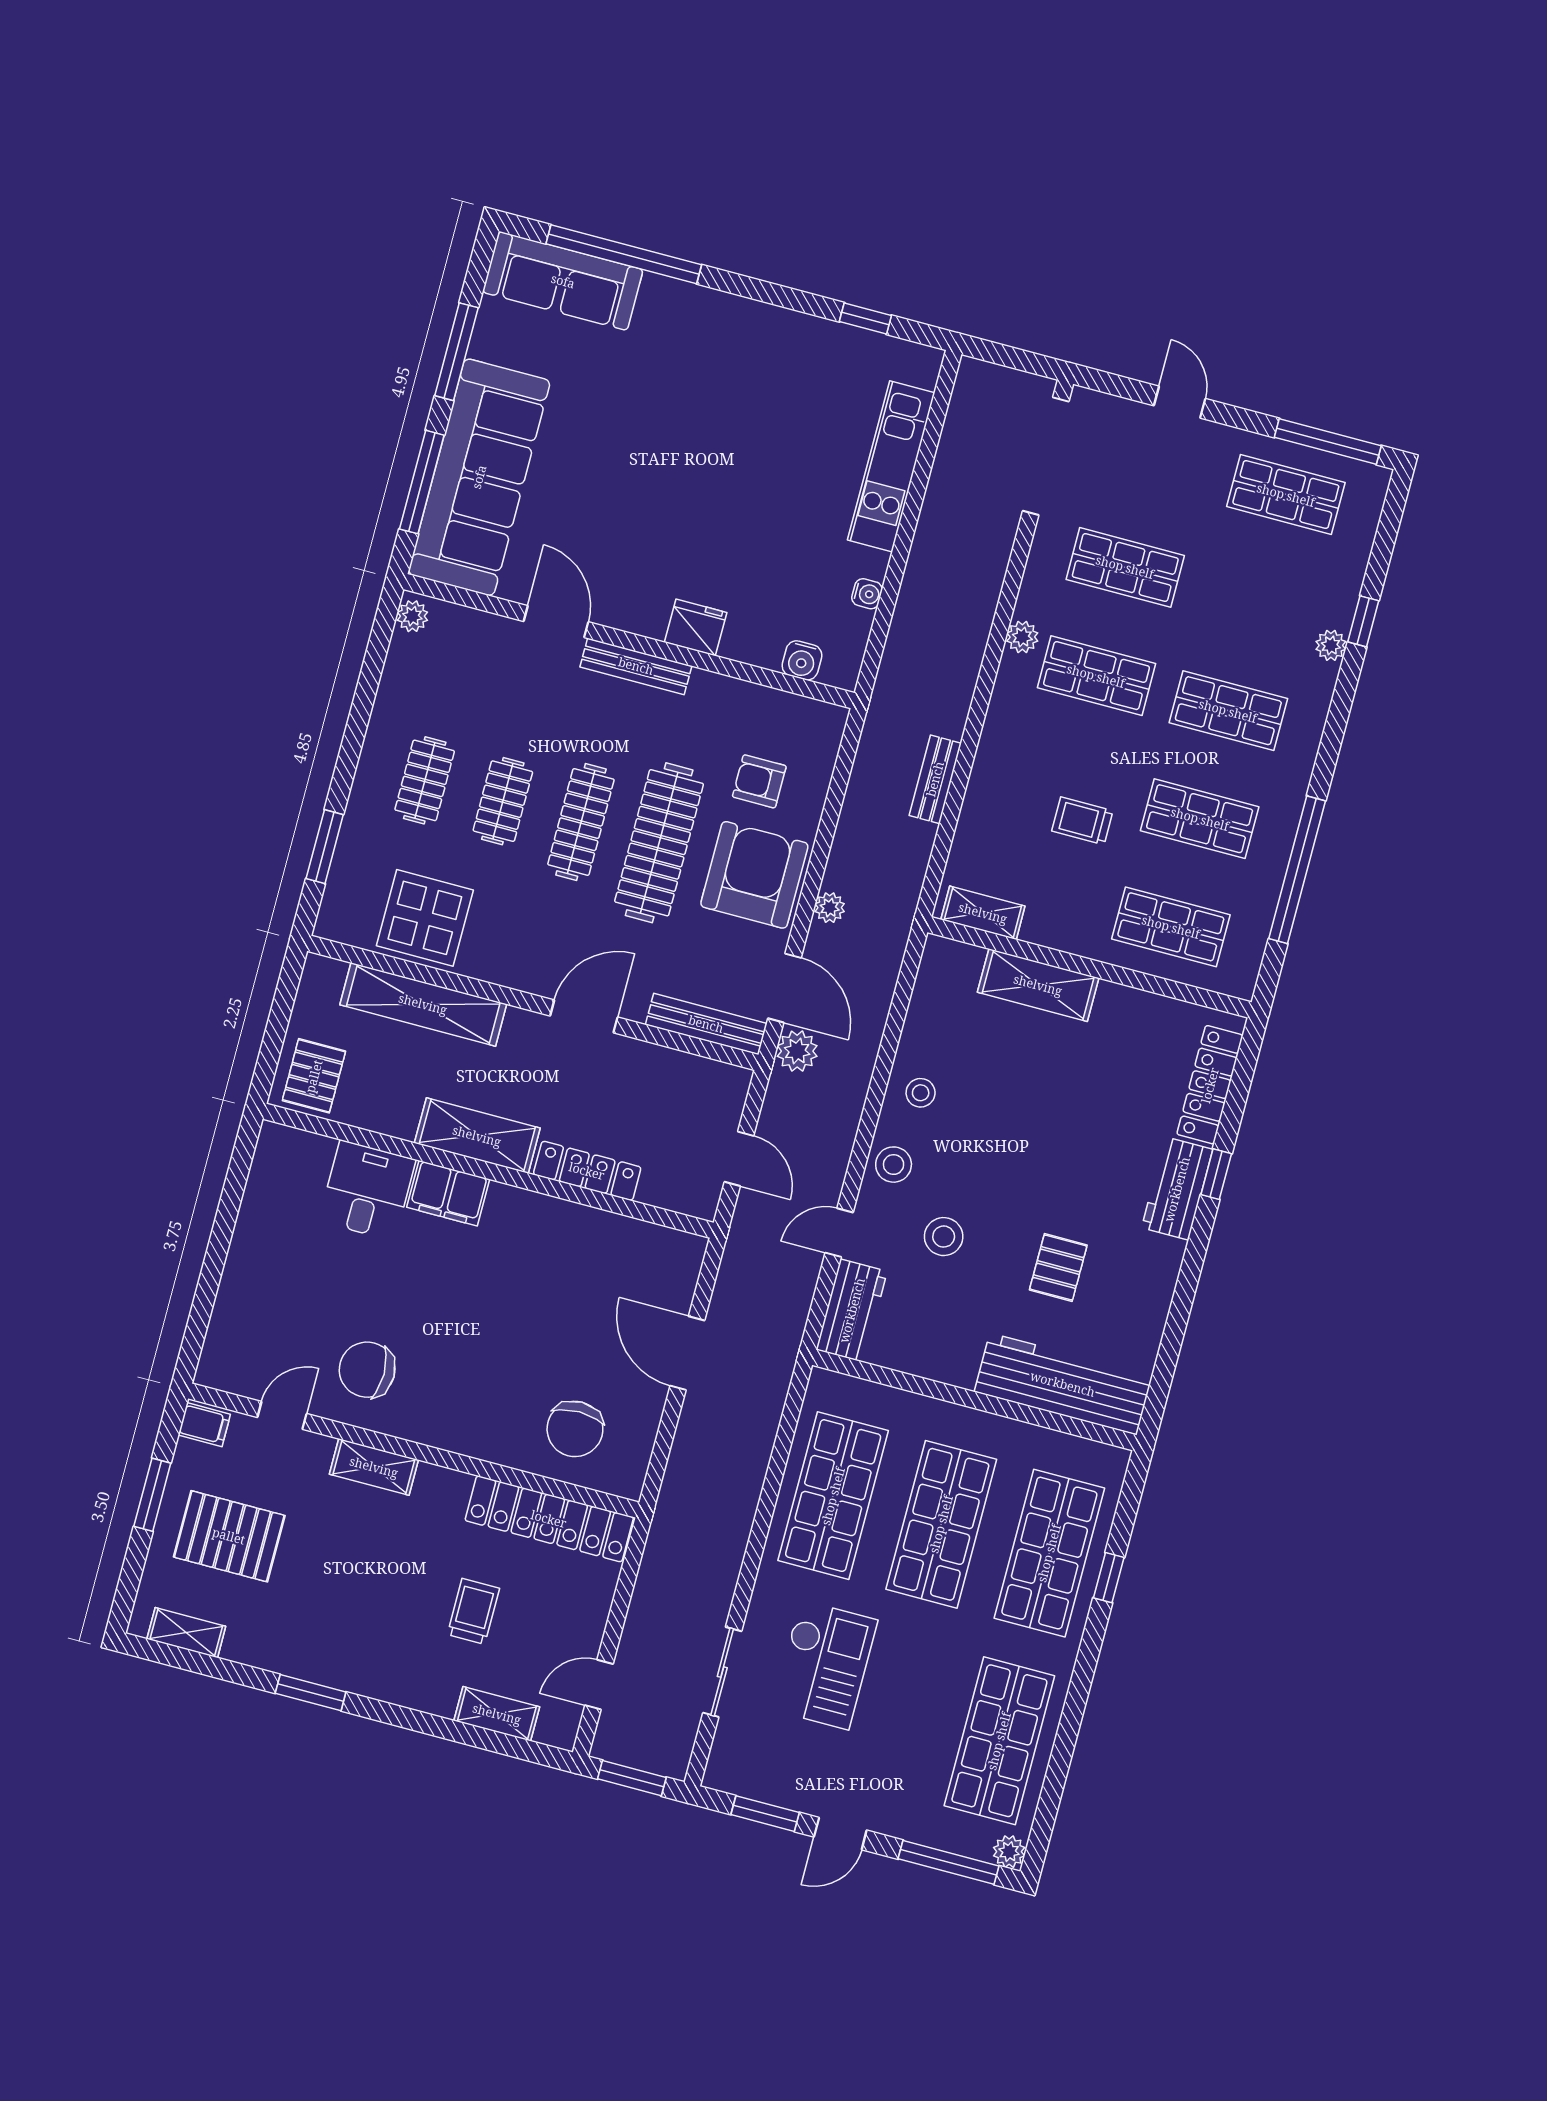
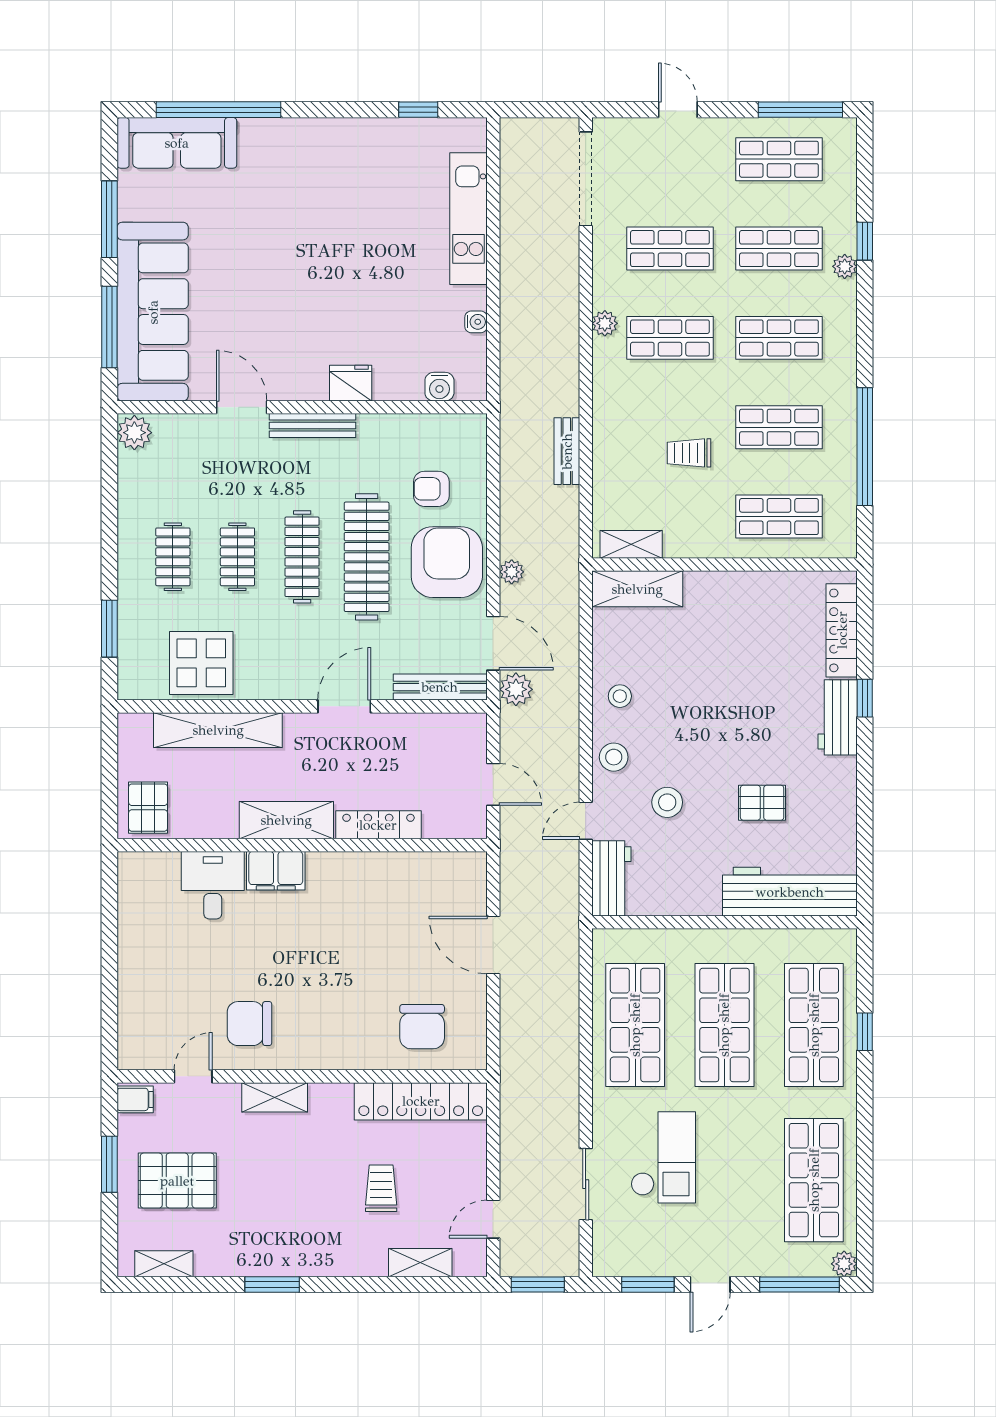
shop shelf: (1257, 603) -> (779, 249), added
plant: (412, 616) -> (134, 433), width x1.38, depth x1.38
shelving: (1038, 985) -> (637, 589), moved
pallet: (1058, 1267) -> (762, 803), turned 90

